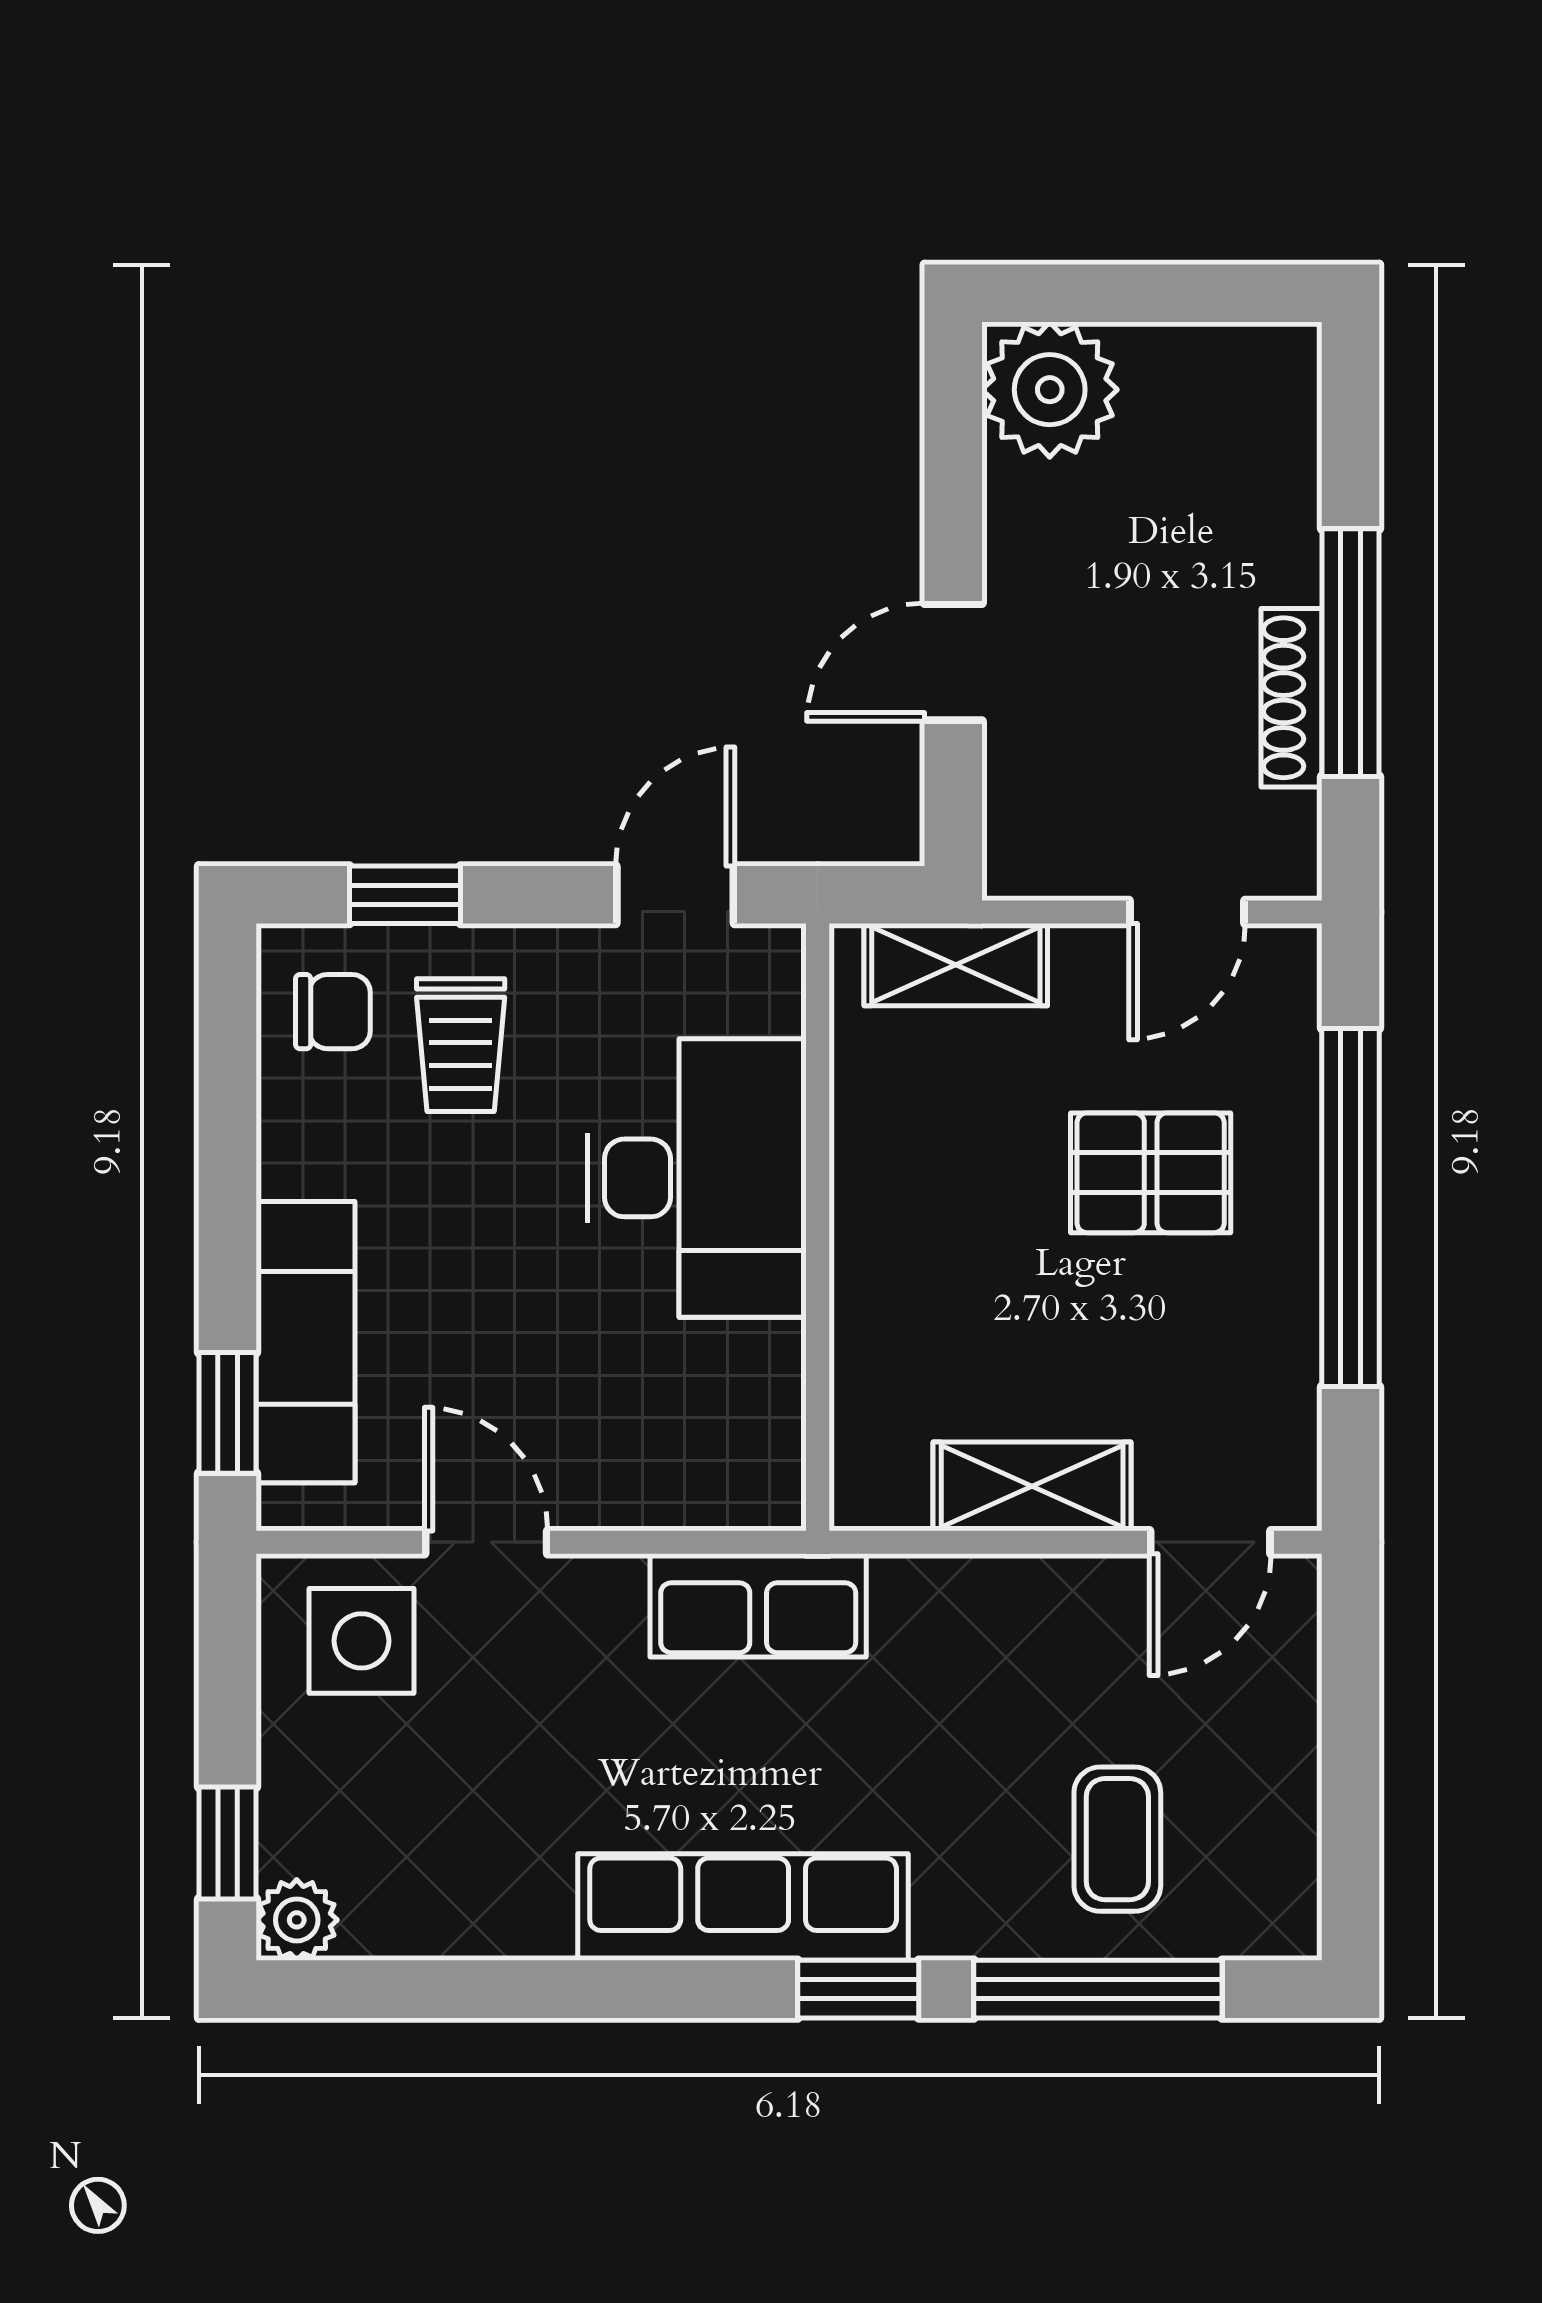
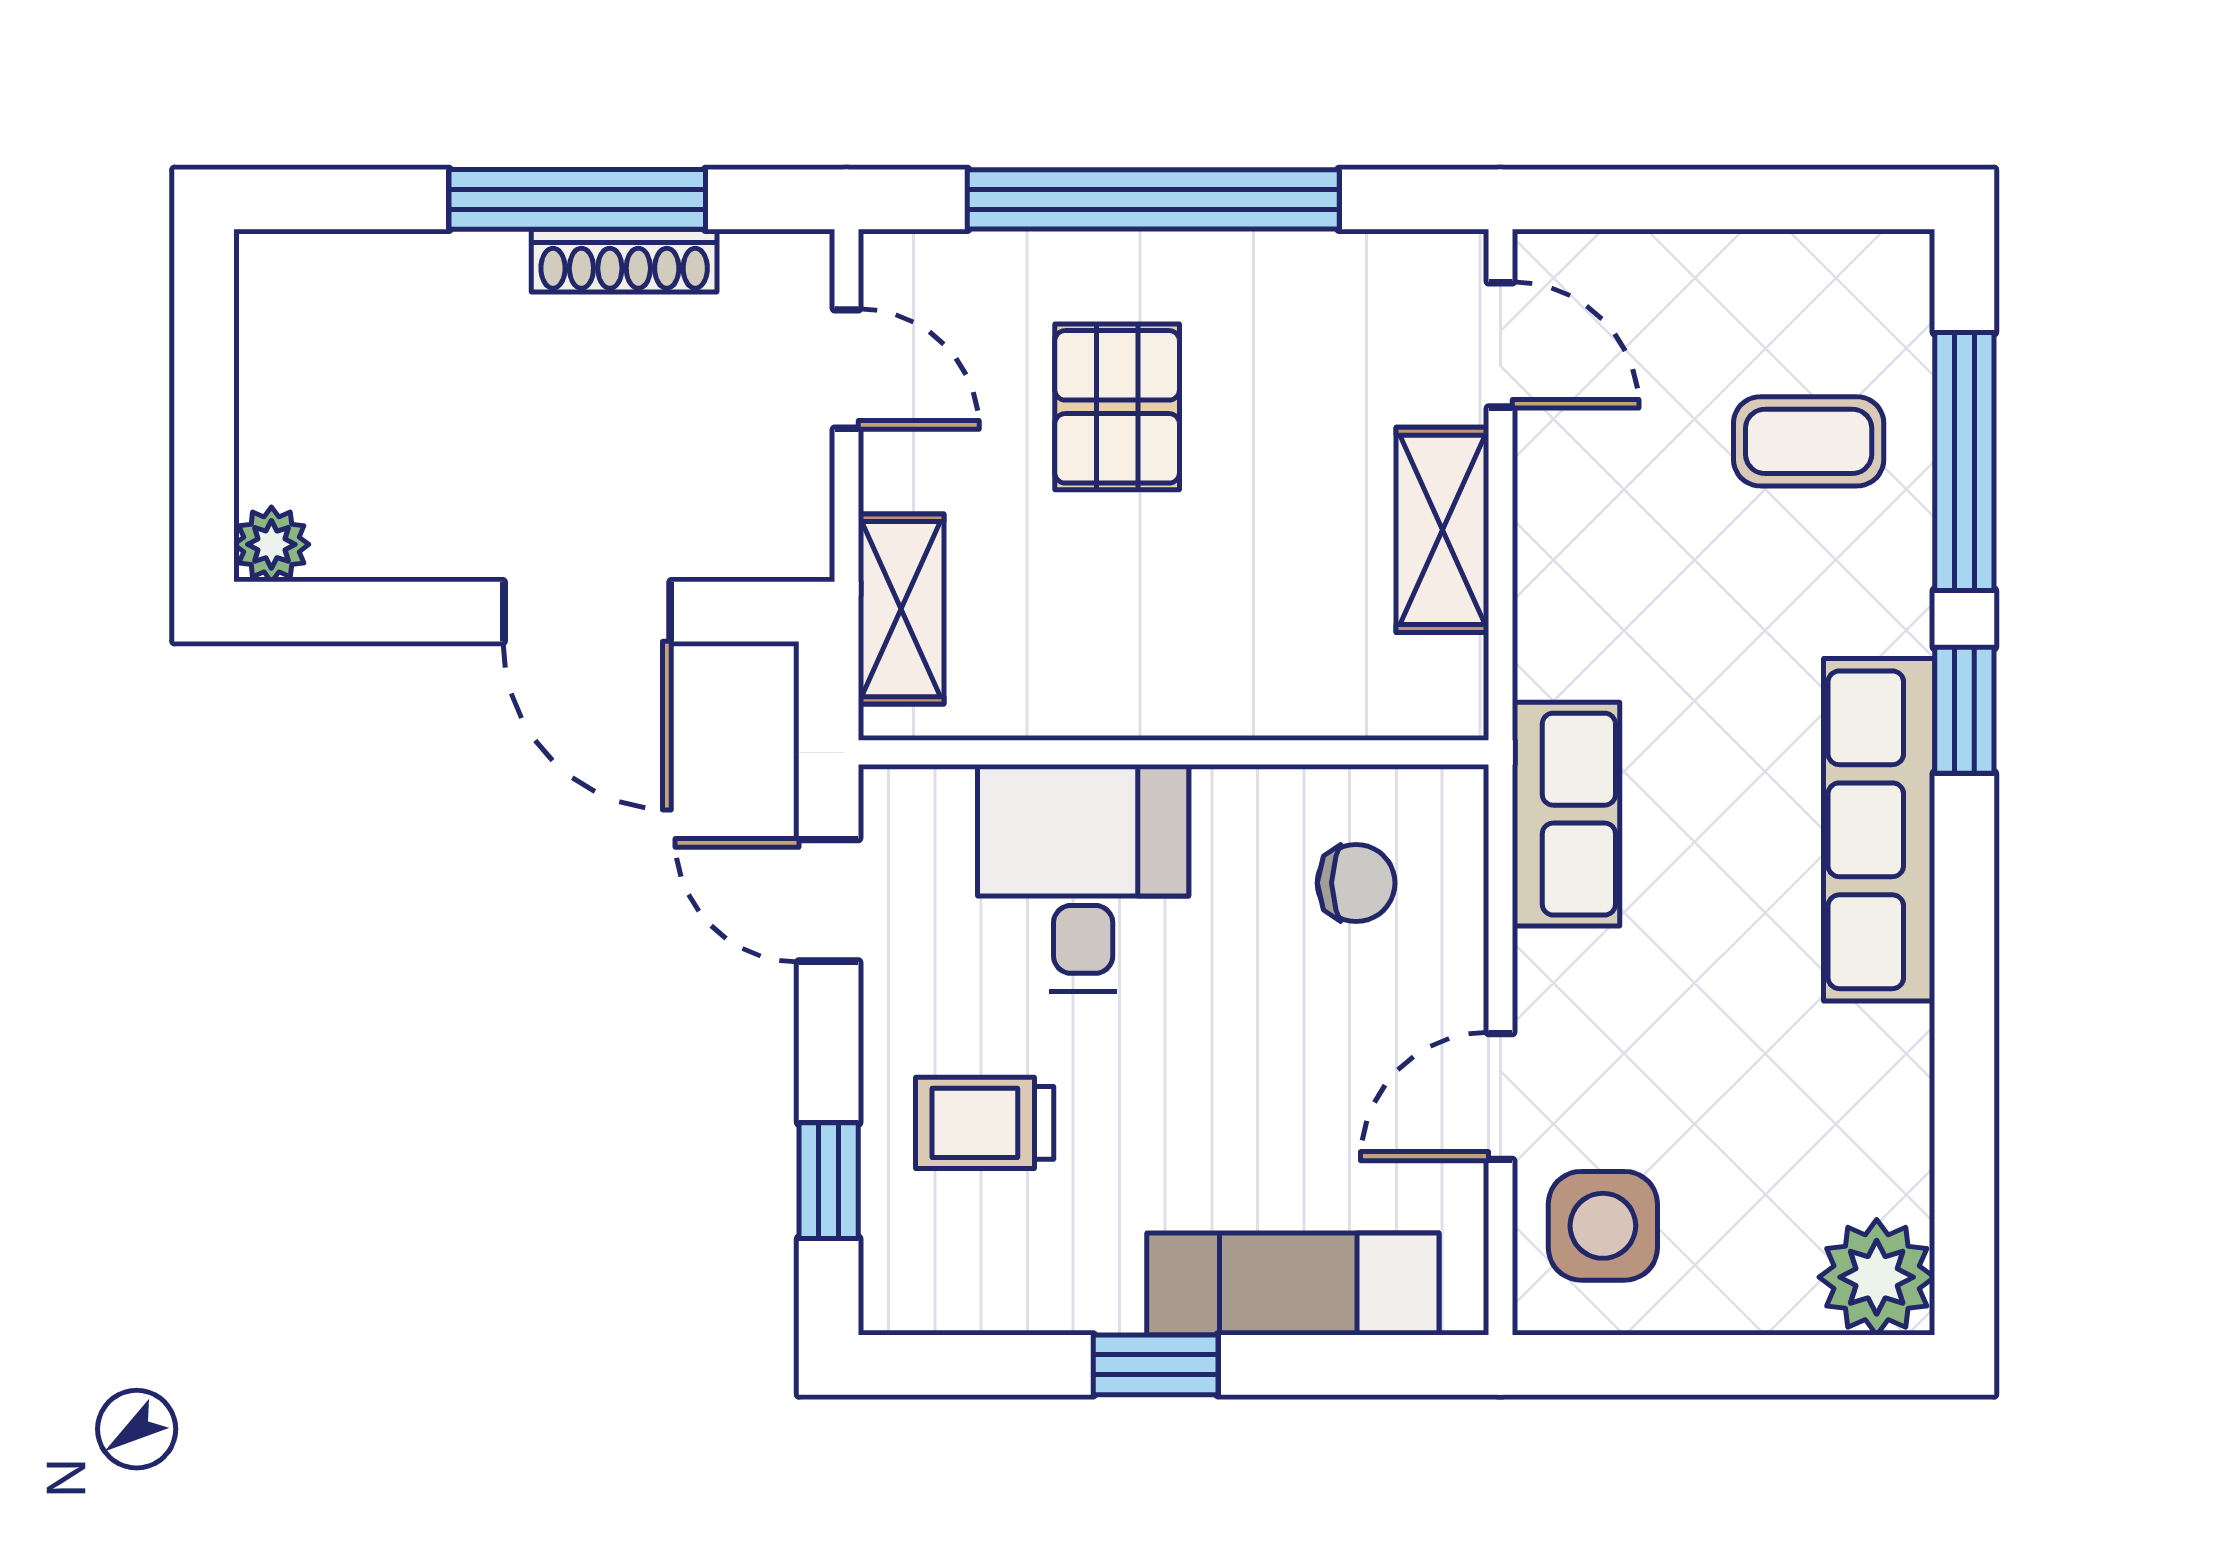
plant: (1050, 390) -> (271, 544), width x0.53, depth x0.53
door: (953, 662) -> (587, 612), width x1.38
chair: (333, 1012) -> (1356, 883), moved, turned 90
trolley: (461, 1045) -> (985, 1123), turned 180
desk: (697, 1178) -> (1083, 878), width x0.73
window: (228, 1413) -> (1156, 1365), moved
window: (228, 1843) -> (1813, 1365), removed
plant: (297, 1920) -> (1877, 1277), width x1.38, depth x1.38

